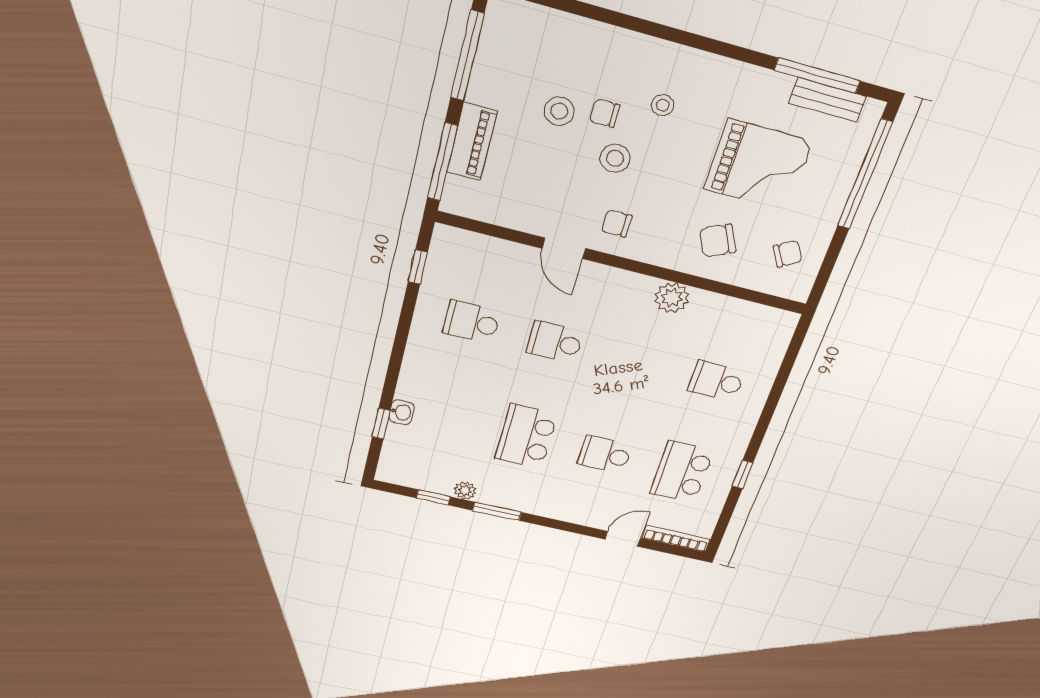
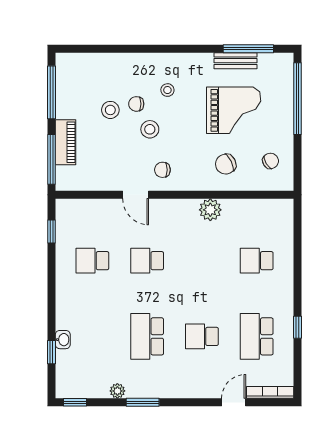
bench: (828, 100) -> (235, 61), moved
window: (433, 497) -> (75, 402), moved

